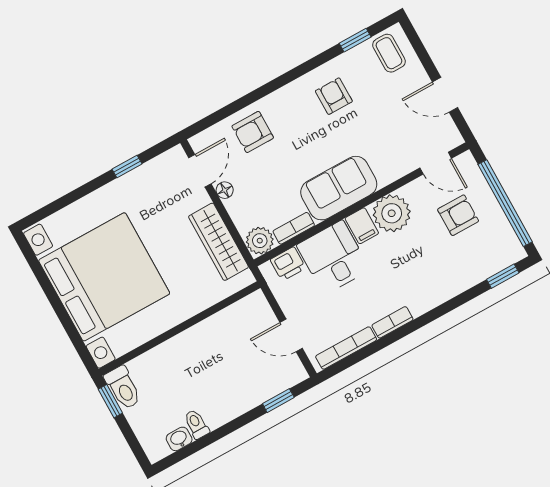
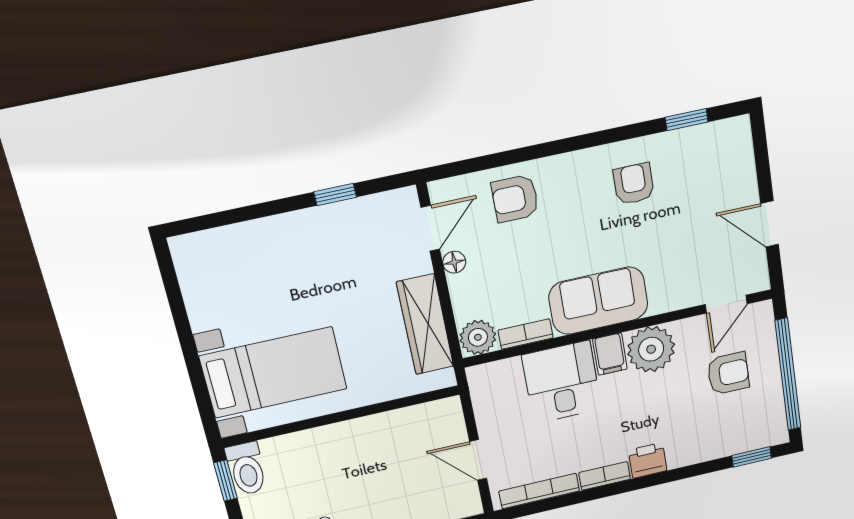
coffee table: (389, 53) -> (722, 150), removed
door: (436, 163) -> (726, 304), hinge flipped
printer: (288, 264) -> (648, 460), moved, turned 180
bed with nightstands: (104, 277) -> (273, 372), width x0.54

